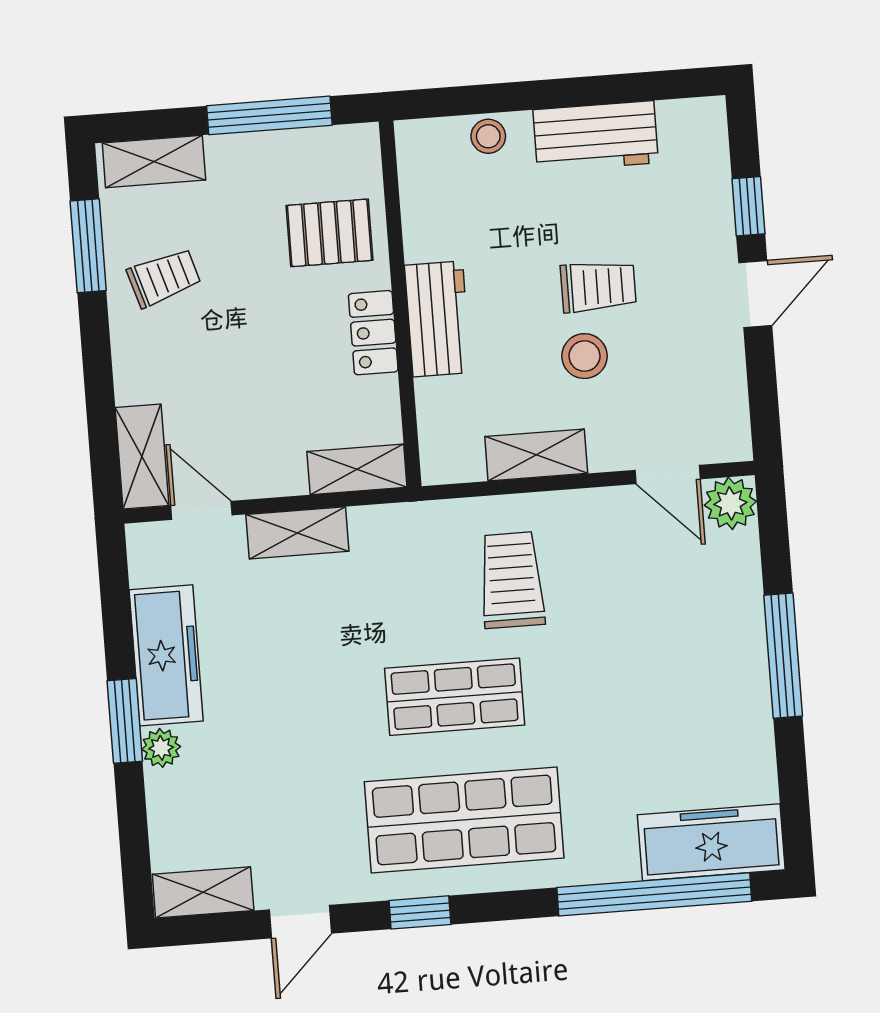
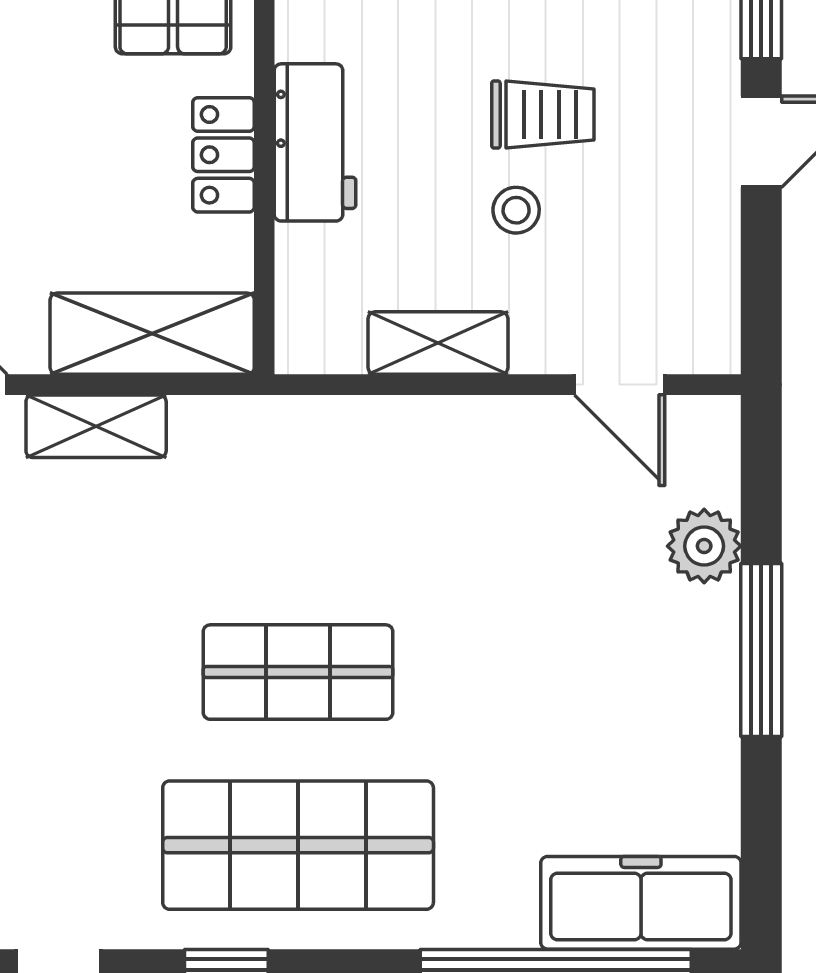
stool: (584, 356) -> (516, 210), width x0.73, depth x0.73
shelving: (357, 469) -> (152, 334), width x1.50, depth x1.33
plant: (730, 503) -> (704, 546), moved
trolley: (512, 580) -> (390, 515), removed

